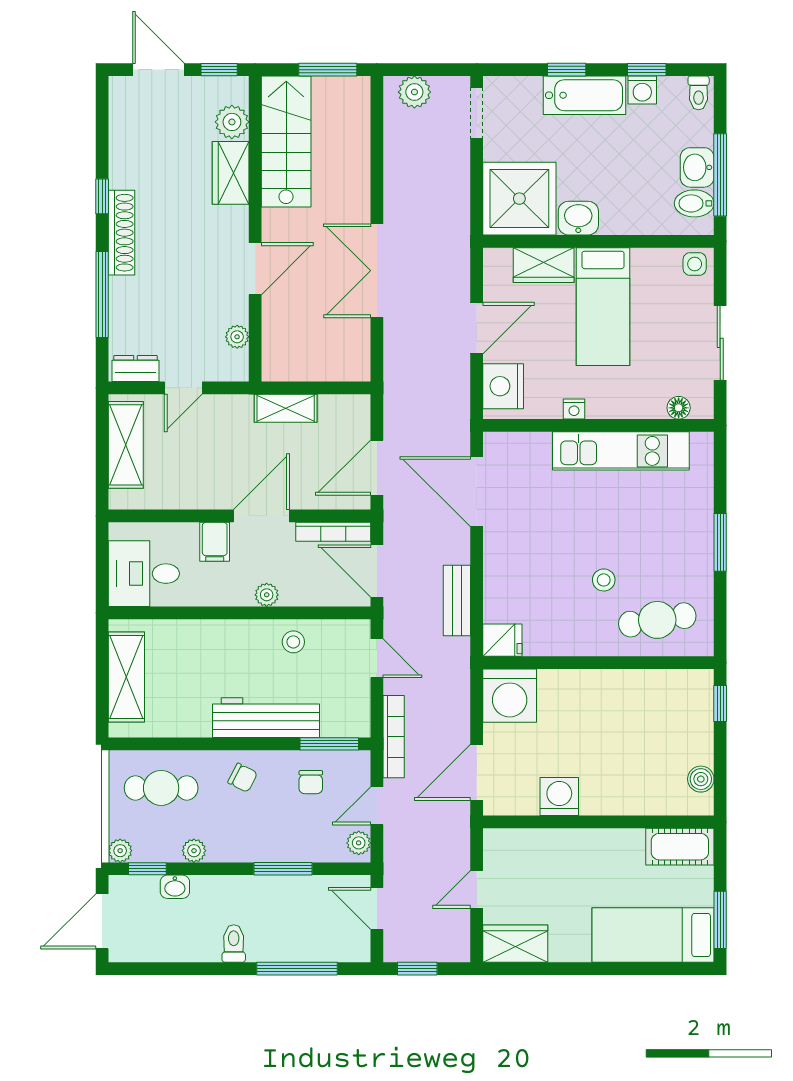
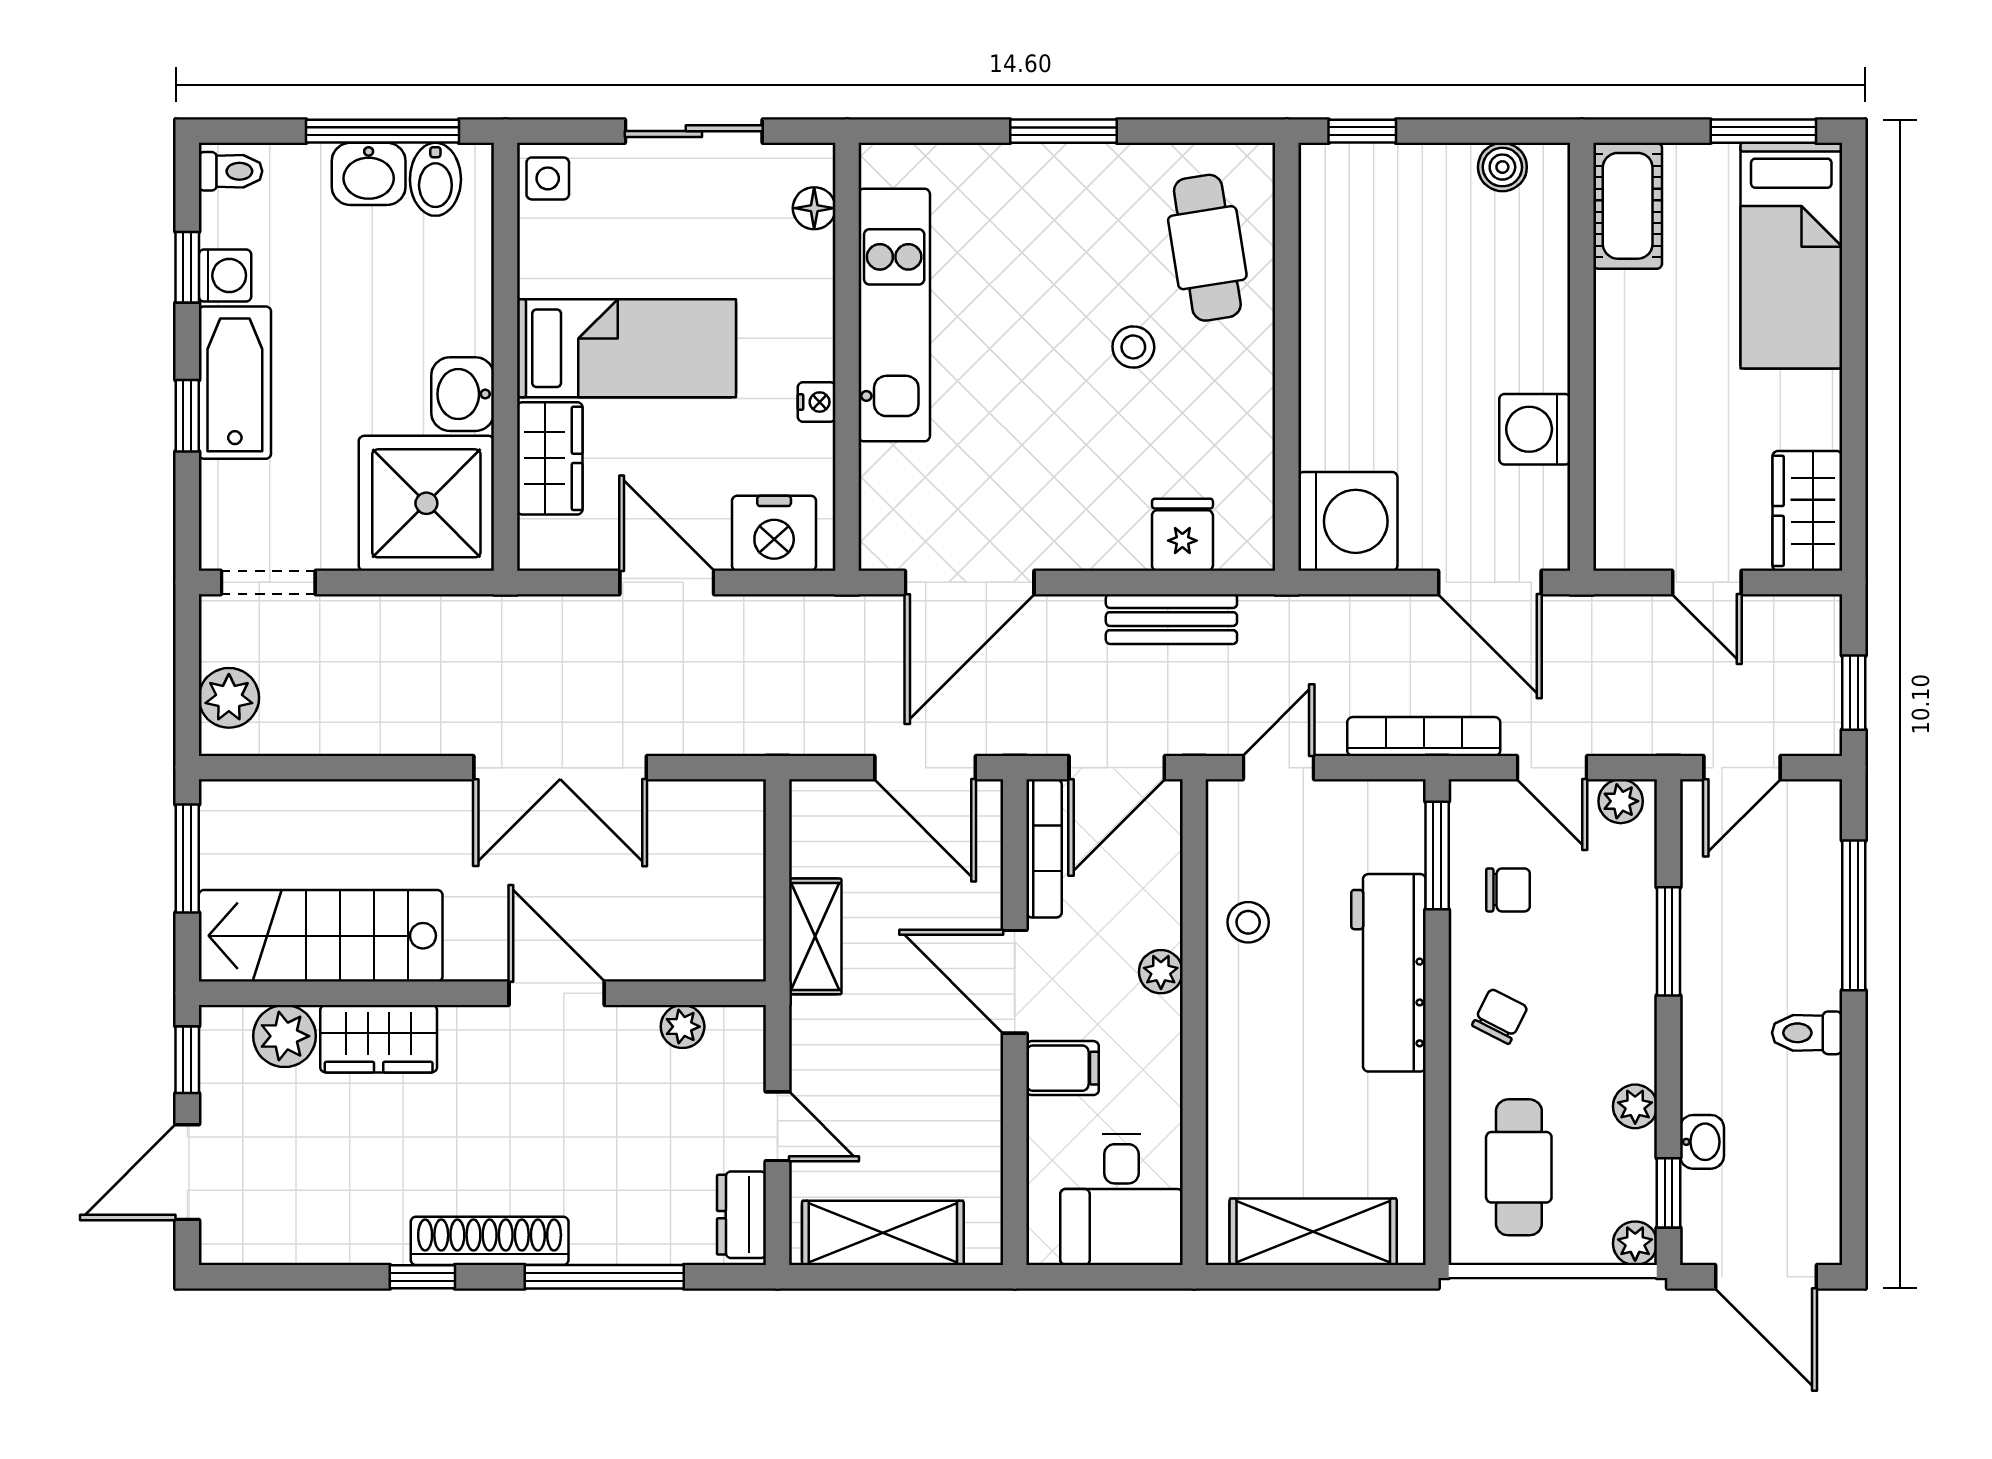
fridge: (502, 640) -> (1182, 535), moved

